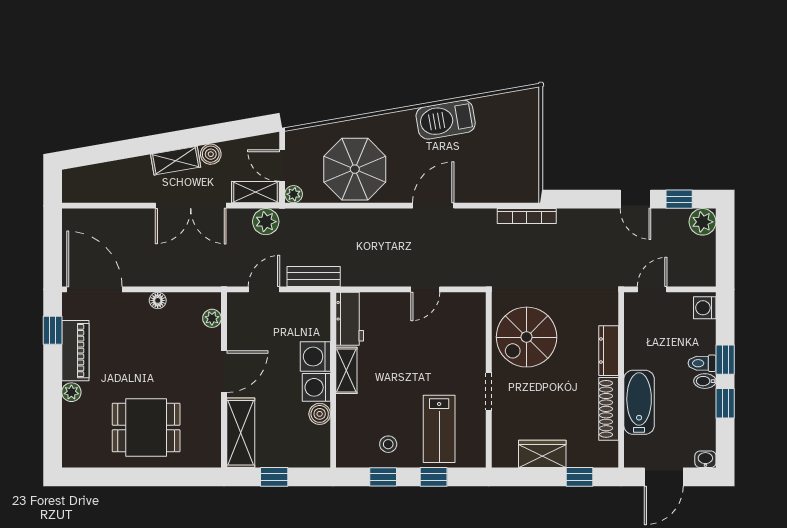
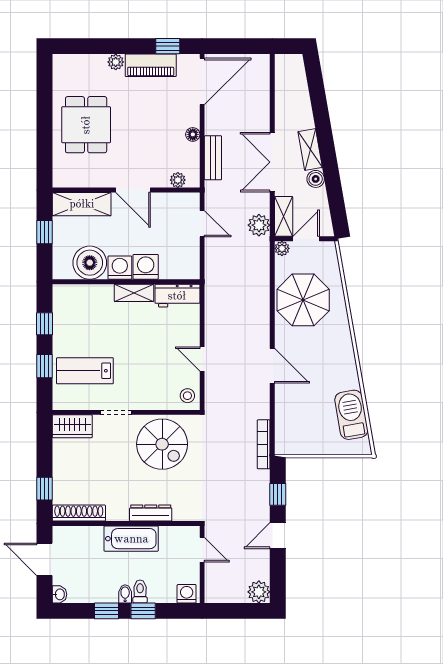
barbecue: (446, 120) -> (351, 415), moved
window: (679, 199) -> (278, 494), moved
bench: (314, 276) -> (213, 158), moved
spiral stairs: (527, 337) -> (162, 444), turned 180
bathtub: (639, 402) -> (131, 539), moved
shoe rack: (609, 409) -> (79, 513), moved
boiler: (320, 414) -> (90, 263), width x1.86, depth x1.86
stool: (388, 444) -> (187, 396), moved
wardrobe: (542, 454) -> (72, 426), moved, turned 90

